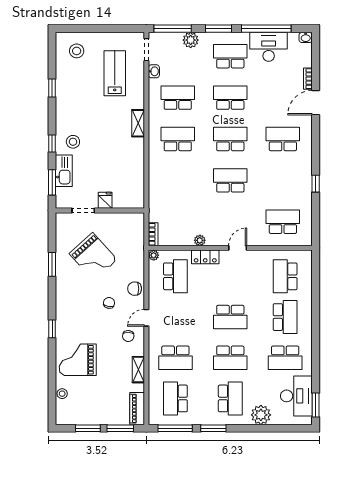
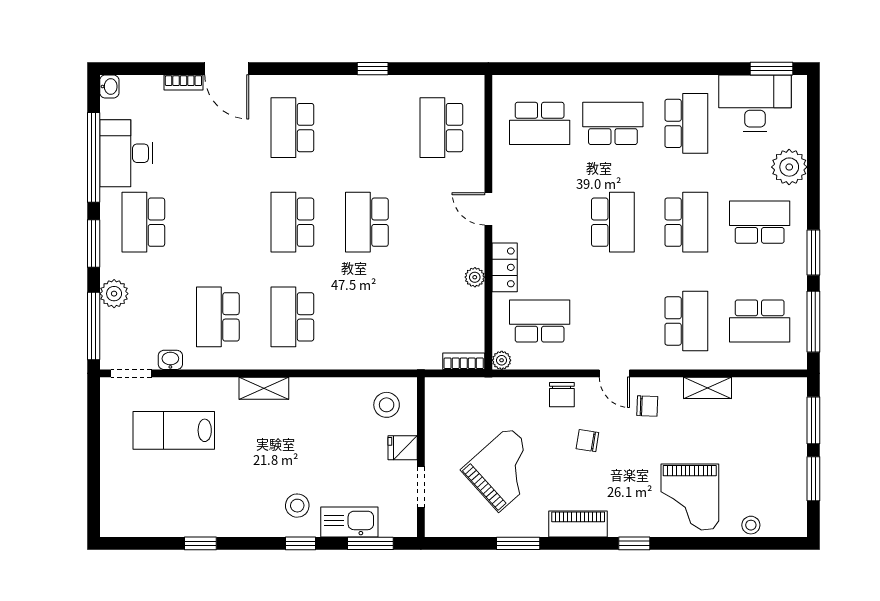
stool: (77, 51) -> (387, 405), moved
school desk: (230, 98) -> (218, 222), removed
piano: (137, 409) -> (578, 524), moved, turned 180

